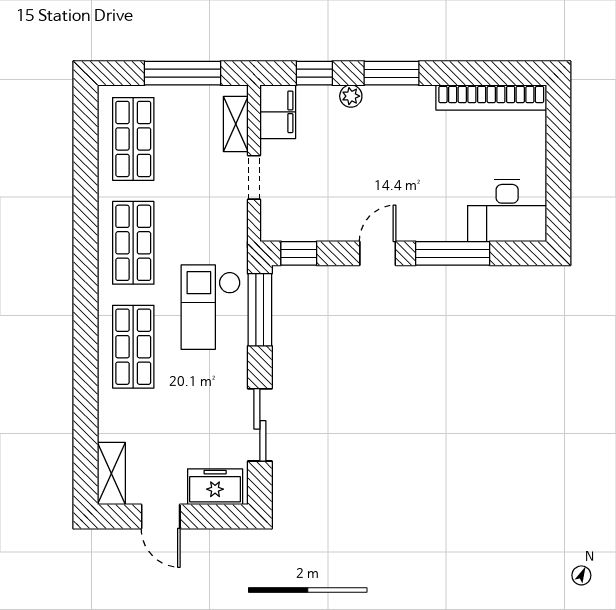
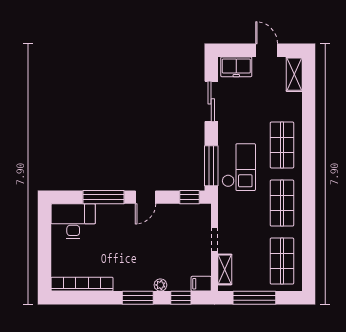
filing cabinet: (278, 112) -> (201, 284), width x0.50

